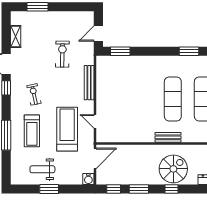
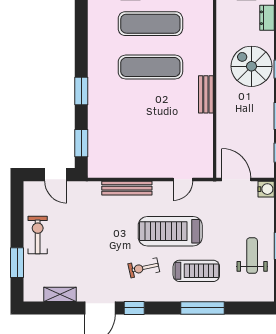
window: (189, 51) -> (81, 91), moved
exercise bike: (62, 54) -> (38, 235), moved, turned 89
treadmill: (67, 129) -> (170, 231), moved
bench: (168, 137) -> (206, 94), moved
weight bench: (42, 169) -> (252, 256), turned 180

